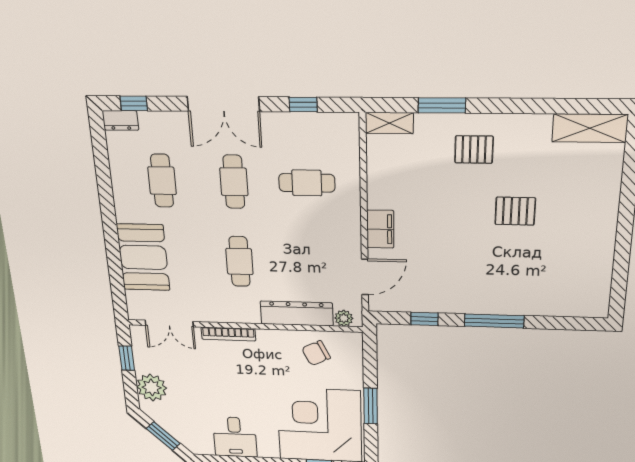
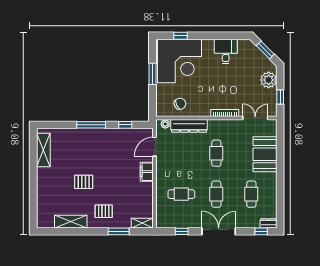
shelving: (590, 128) -> (71, 222), moved
shelving: (598, 276) -> (43, 150), added

